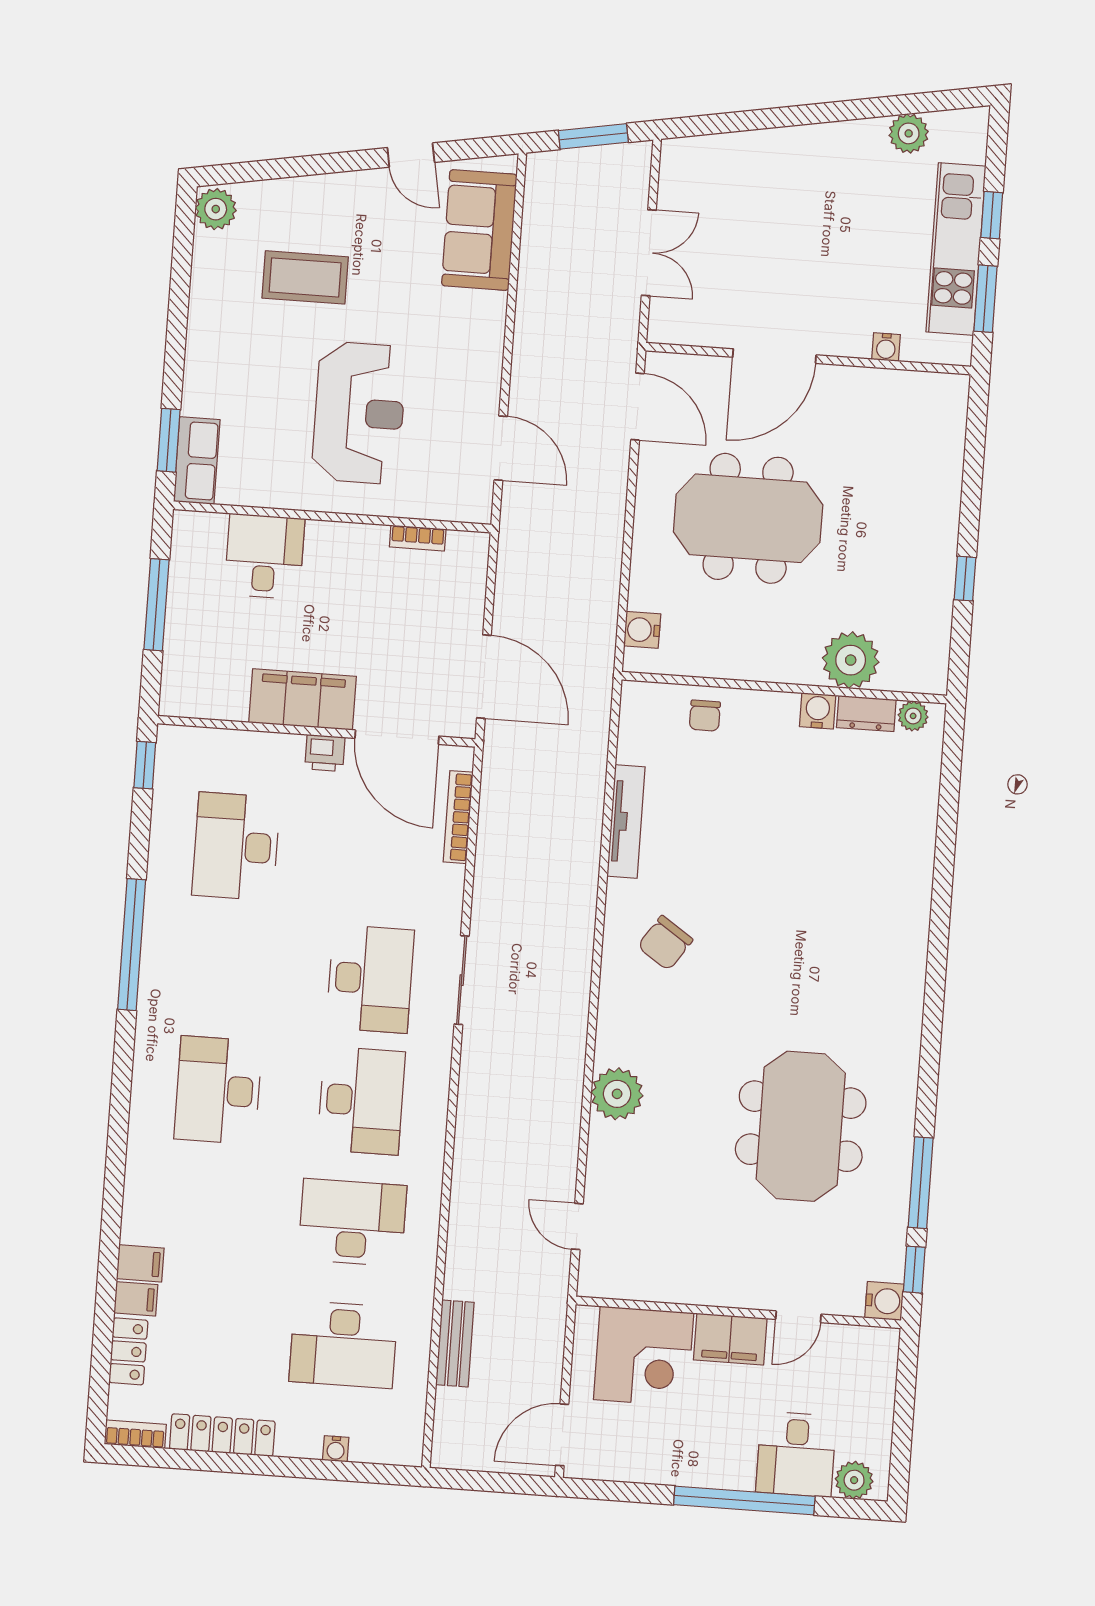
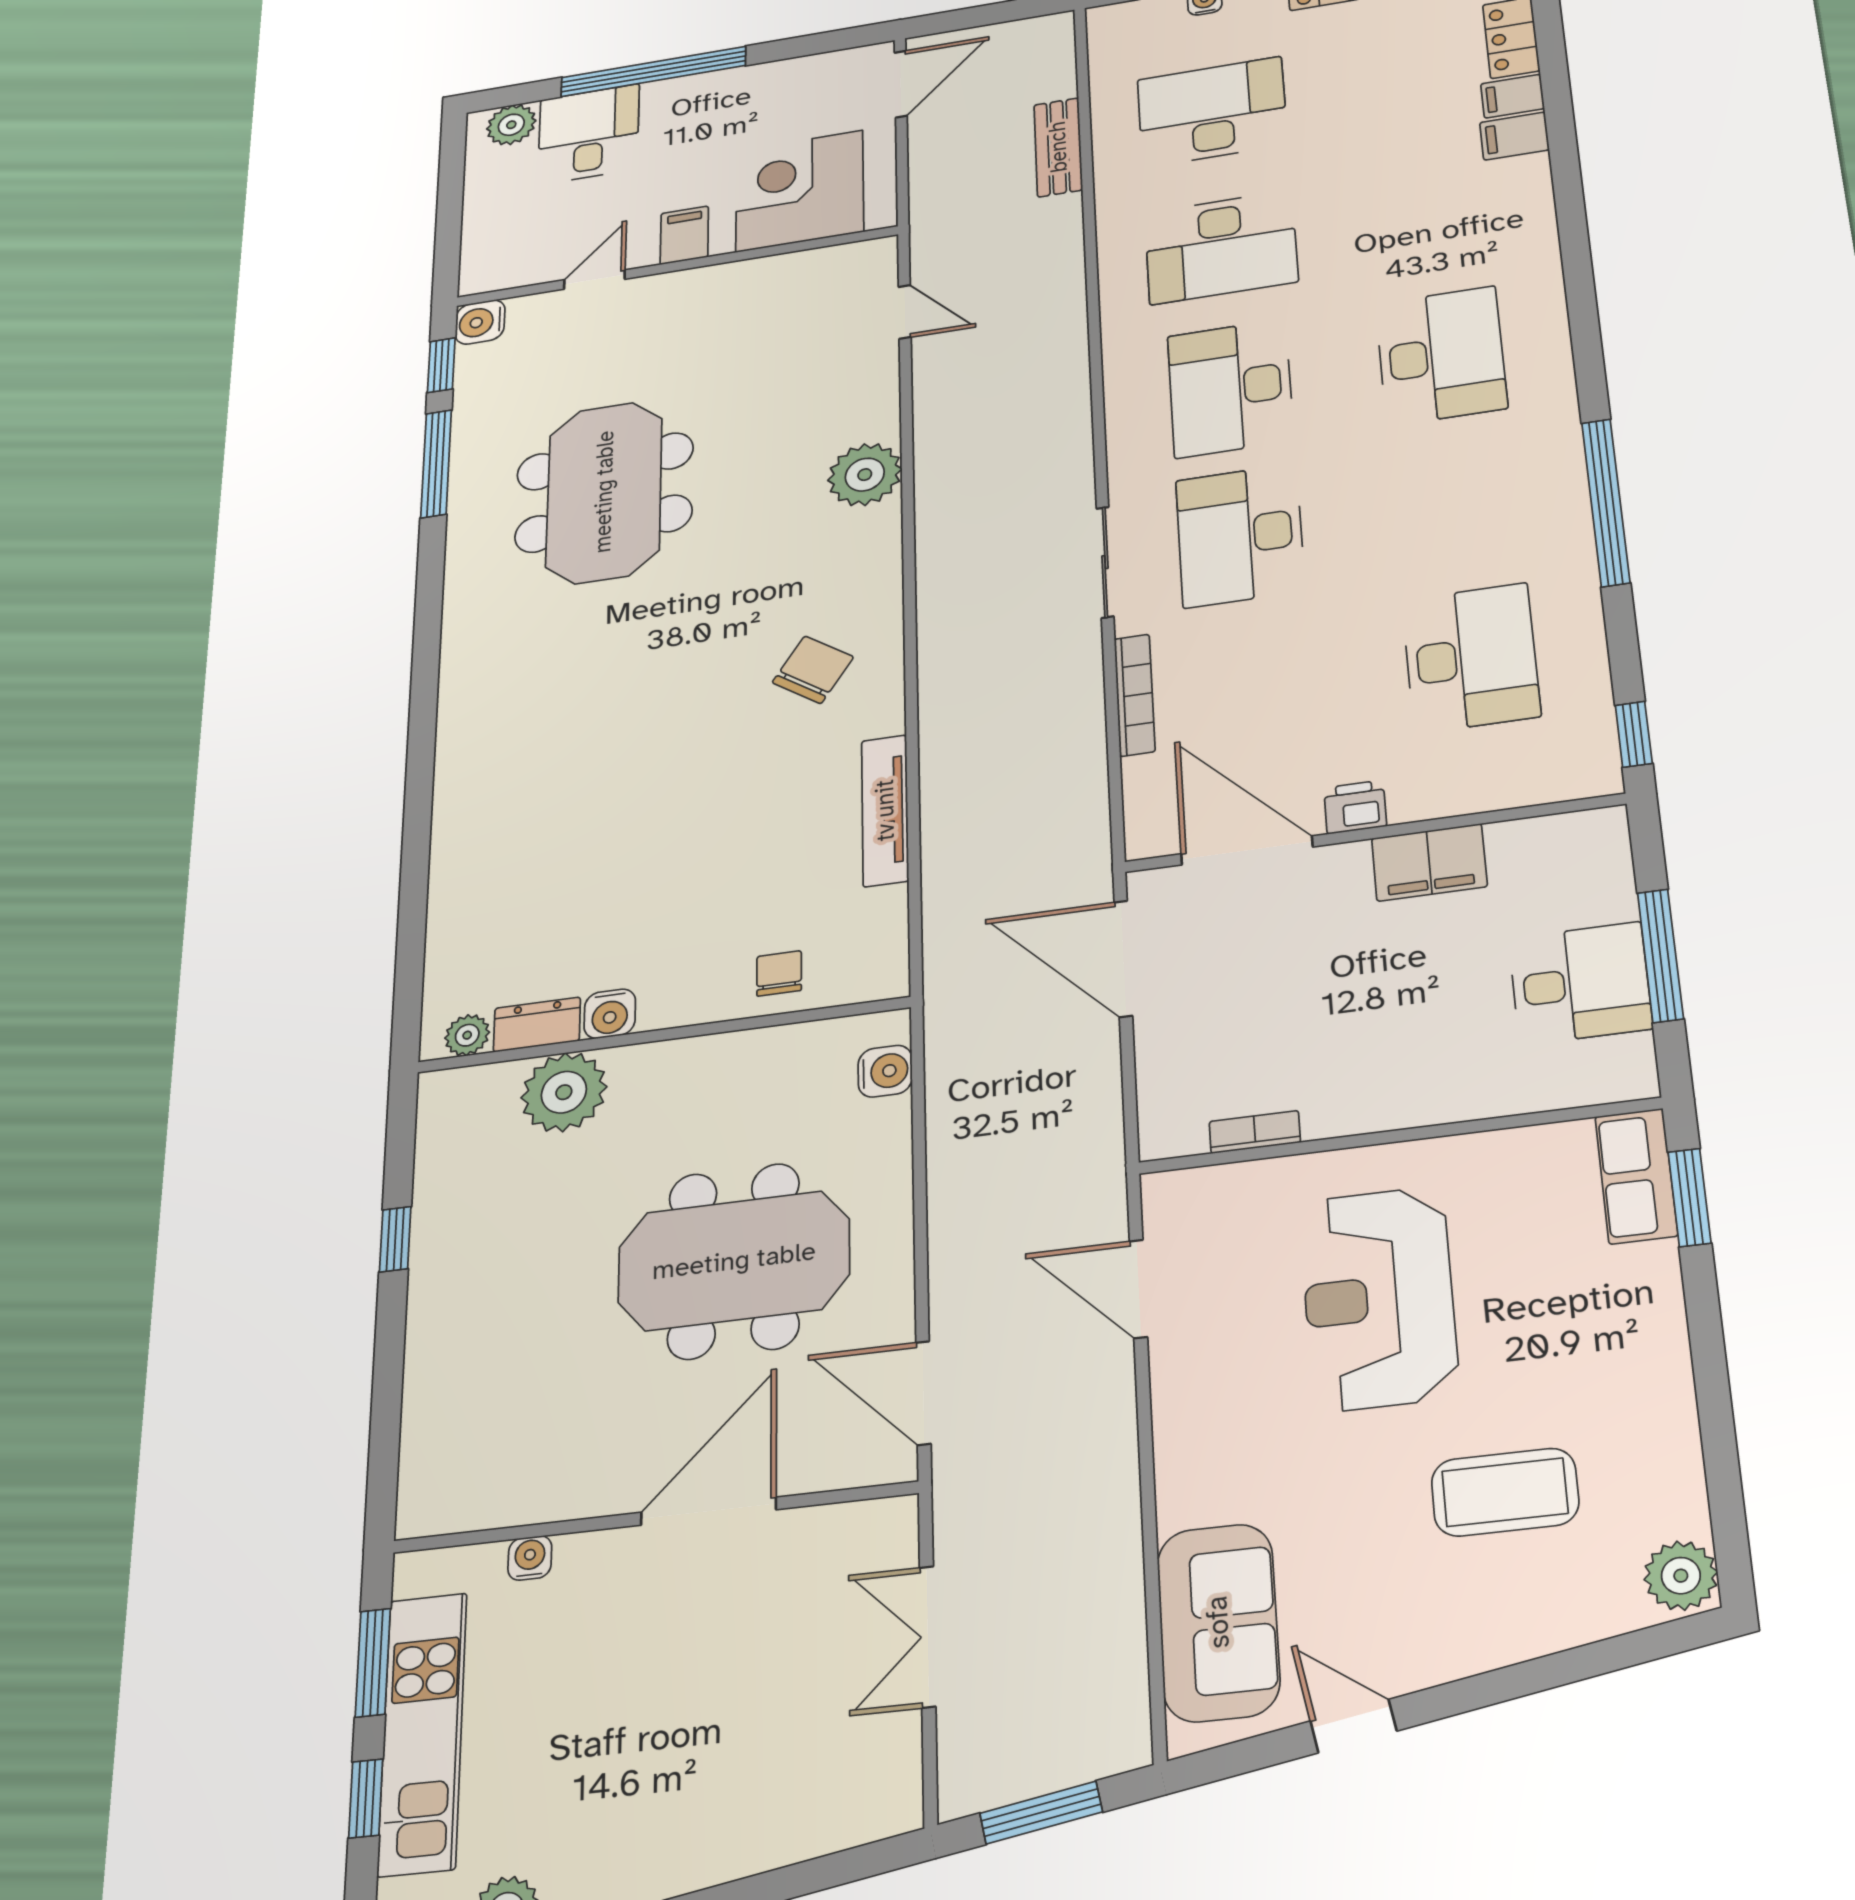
desk: (264, 556) -> (1580, 983), moved, turned -90
filing cabinet: (303, 699) -> (1429, 862), width x0.67, depth x0.86
bookcase: (458, 817) -> (1135, 695), moved
filing cabinet: (730, 1339) -> (684, 235), width x0.50

